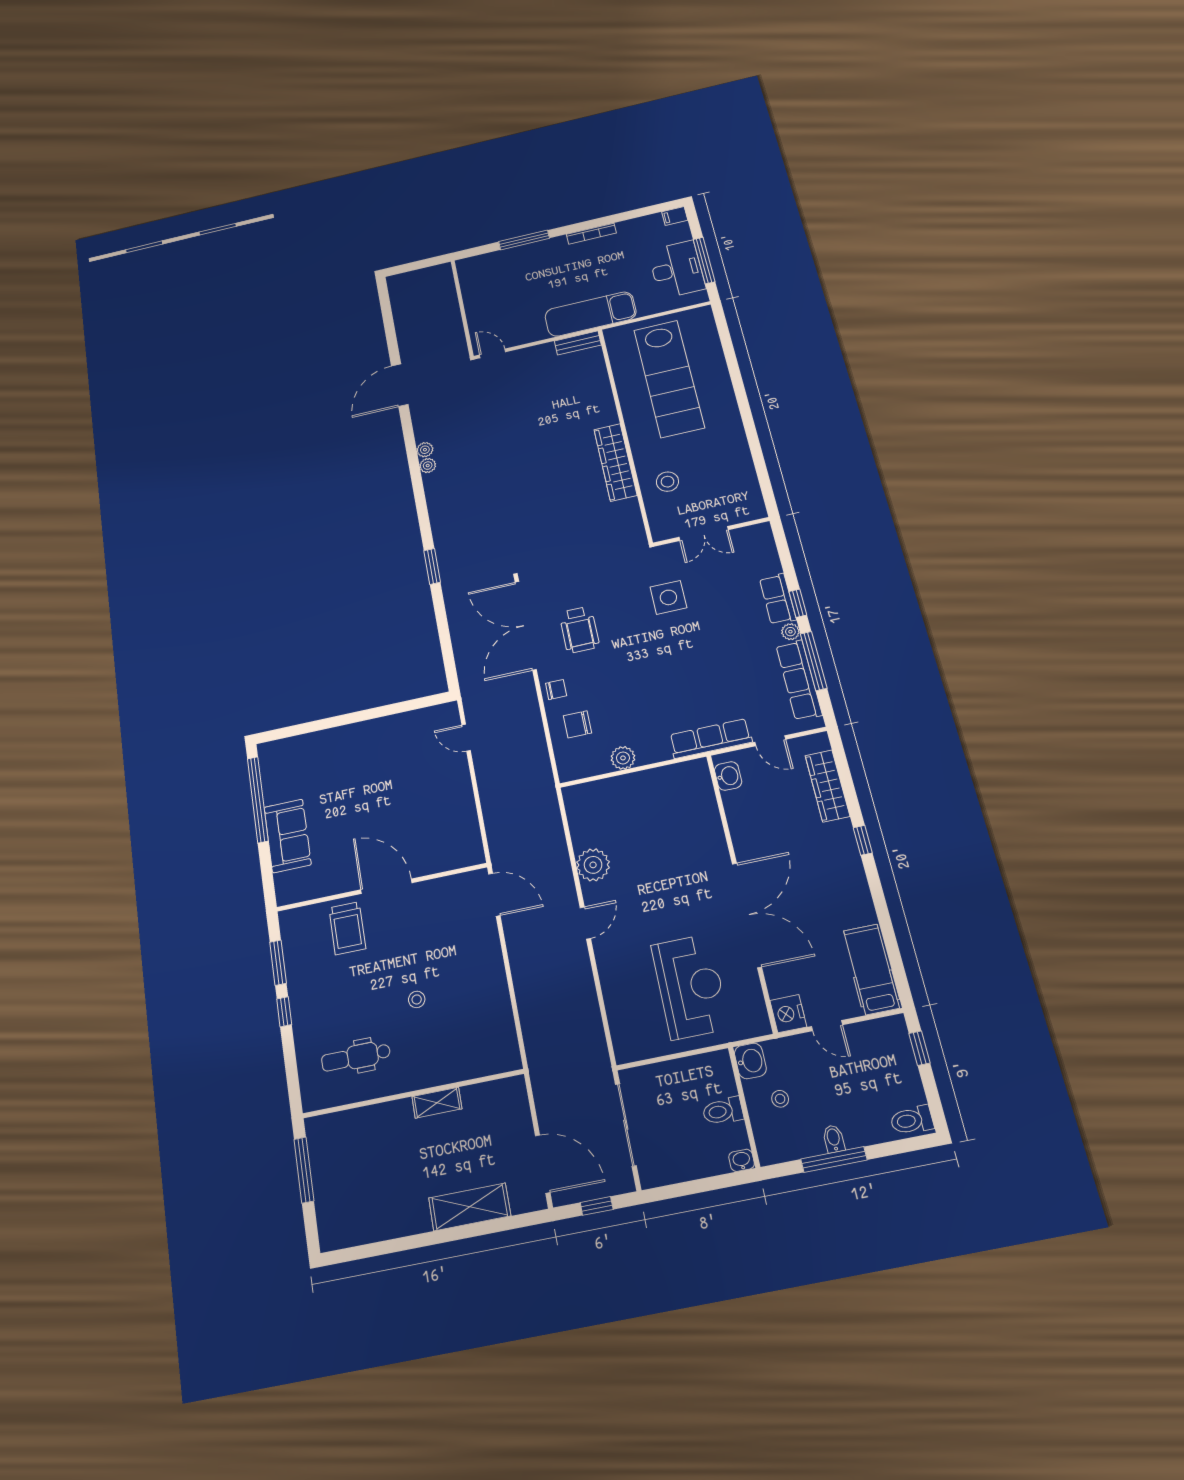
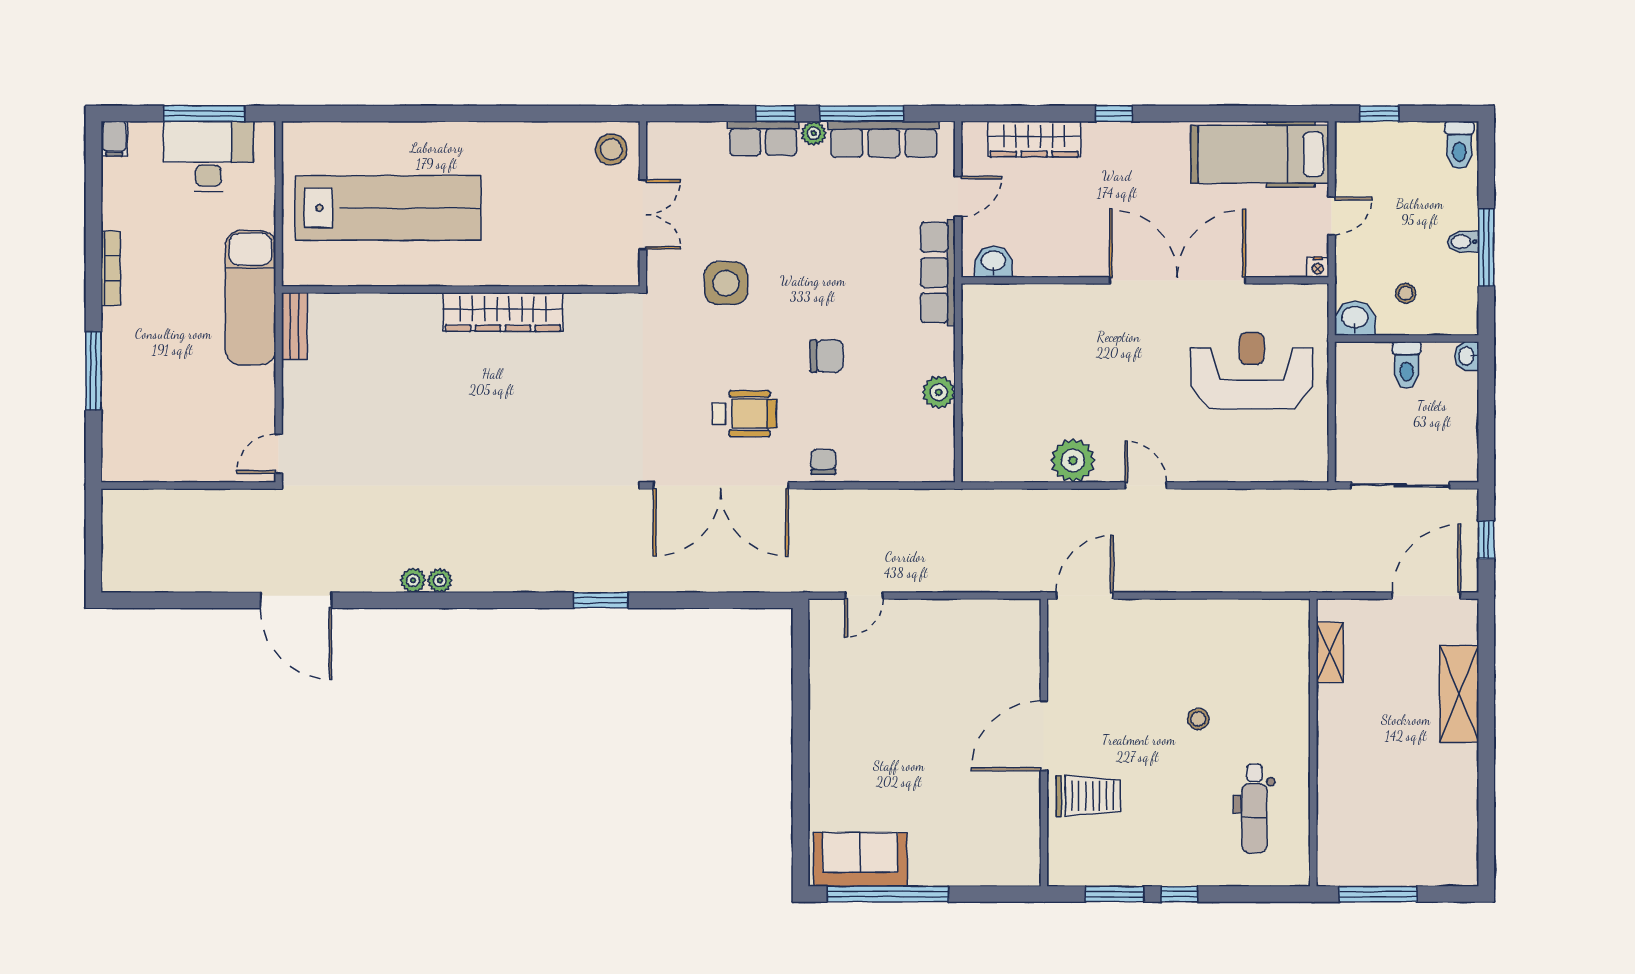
stool: (667, 482) -> (611, 149), moved
chair: (577, 724) -> (827, 356), moved, turned -90
sofa: (288, 836) -> (860, 859), moved
hospital bed: (871, 969) -> (1260, 154), width x1.37, depth x1.29
nightstand: (788, 1014) -> (1318, 267), width x0.53, depth x0.56
shelving: (437, 1103) -> (1330, 652), moved

